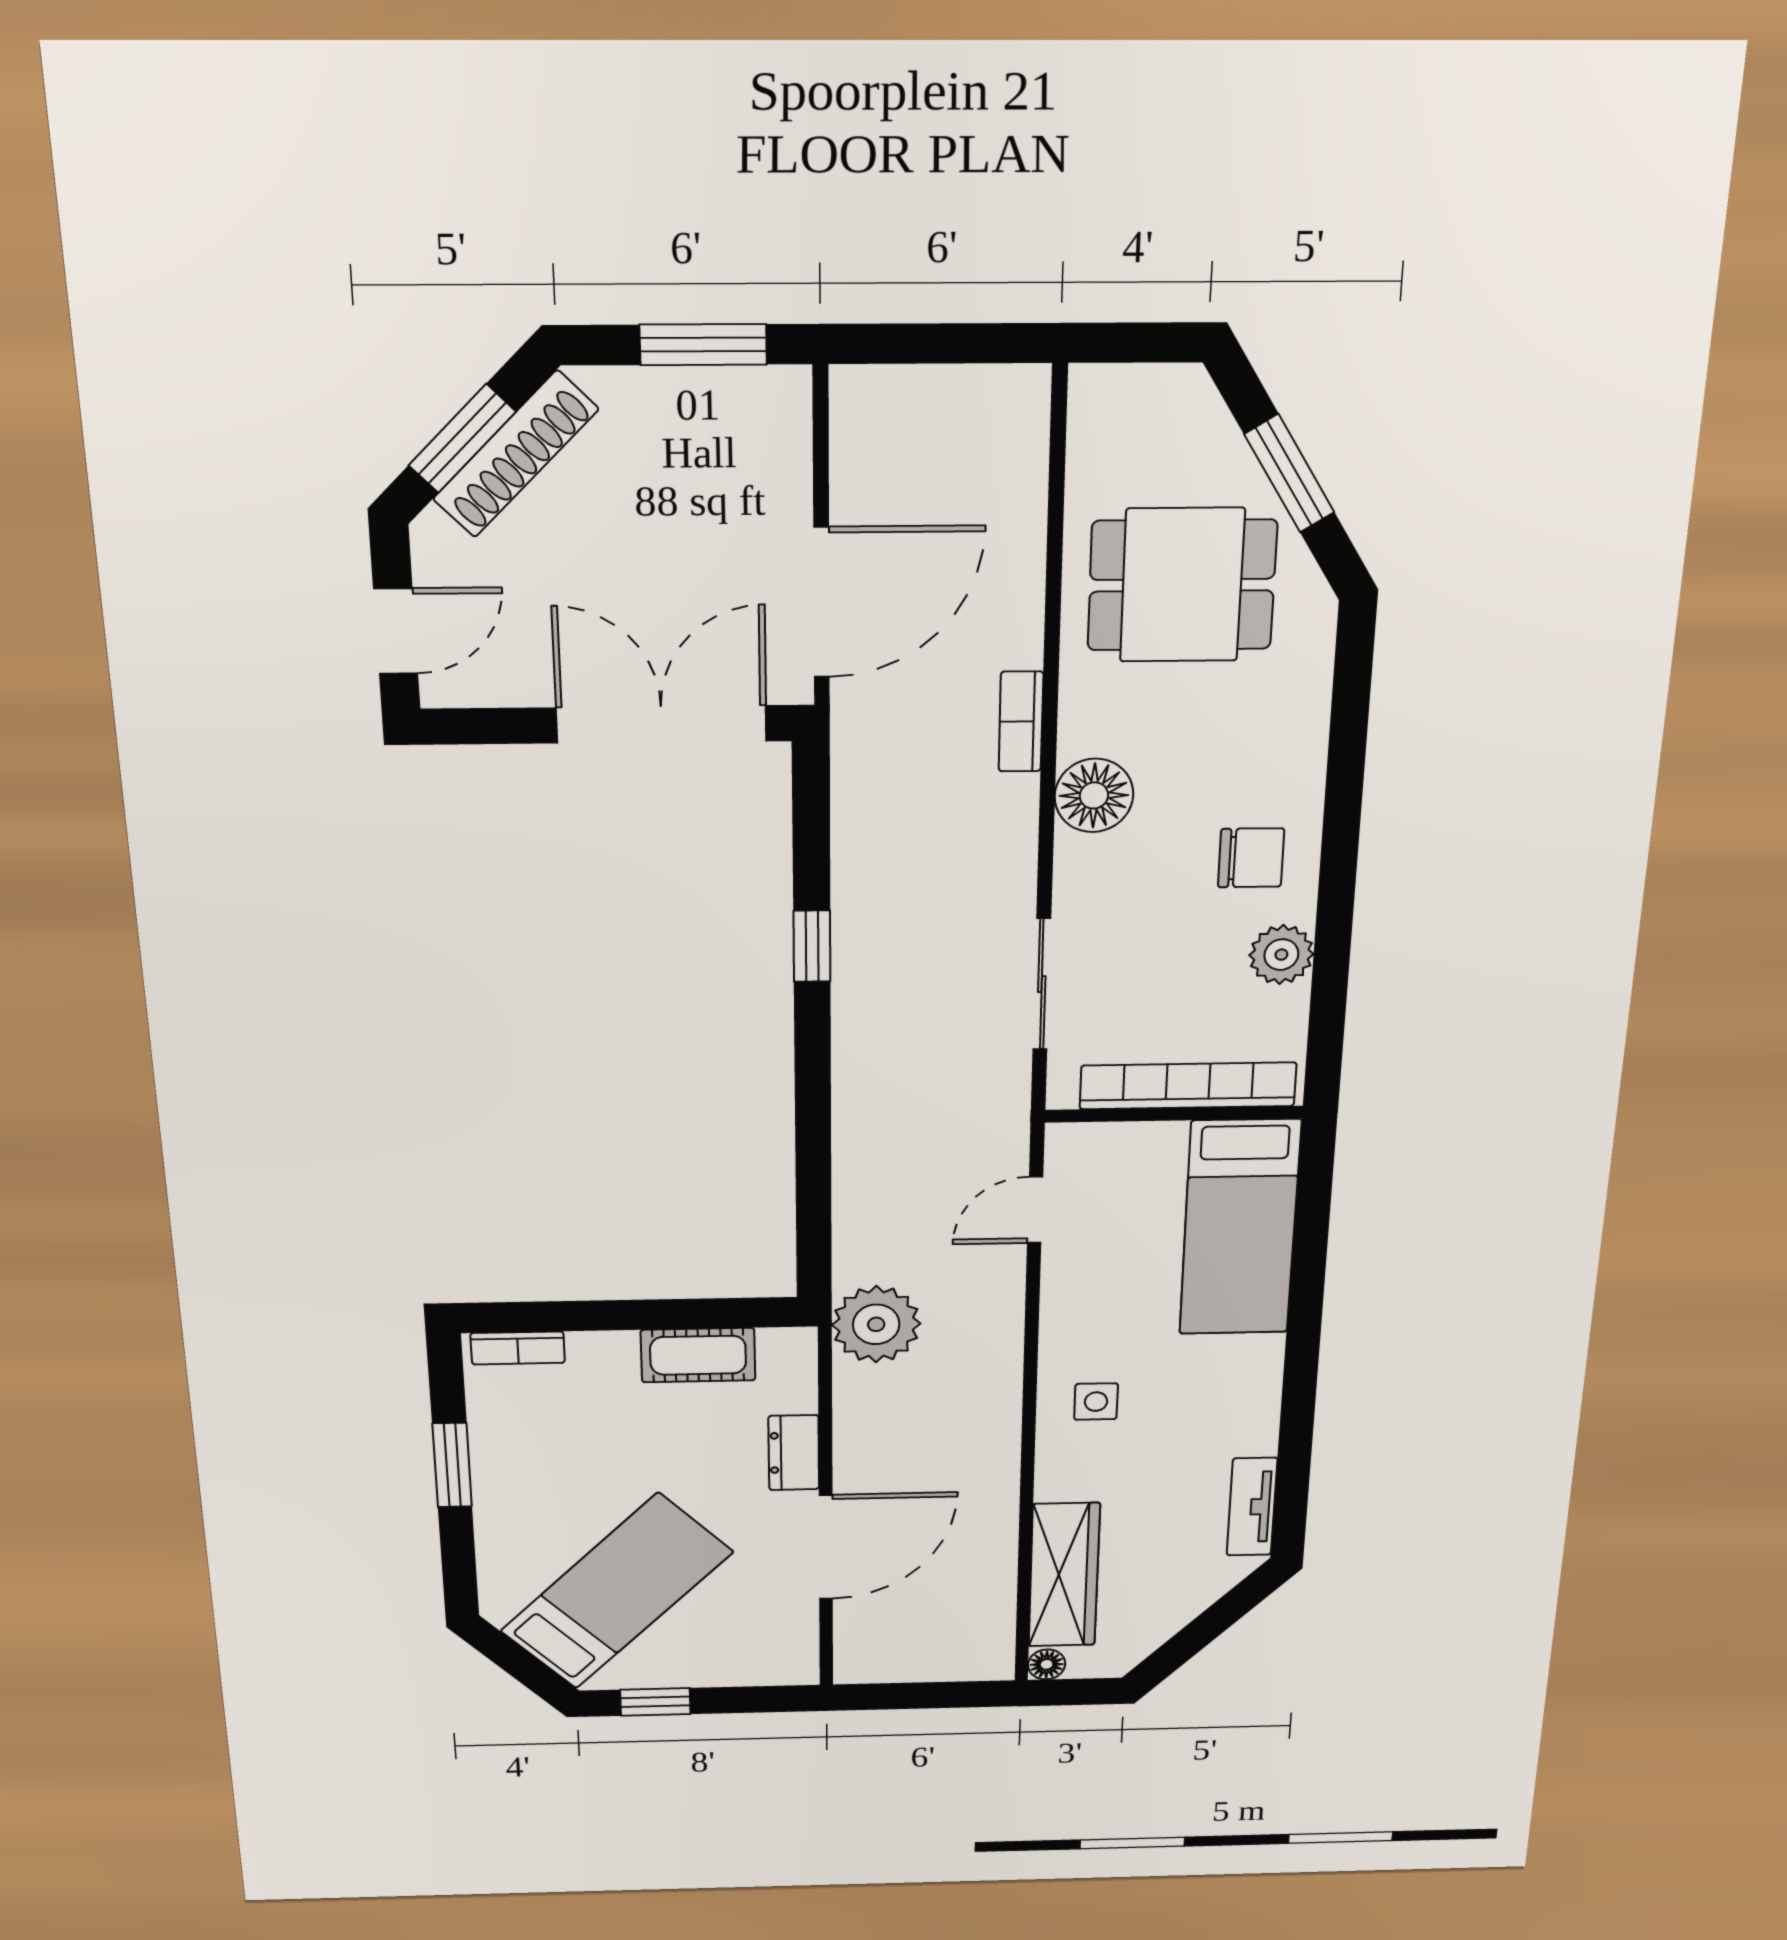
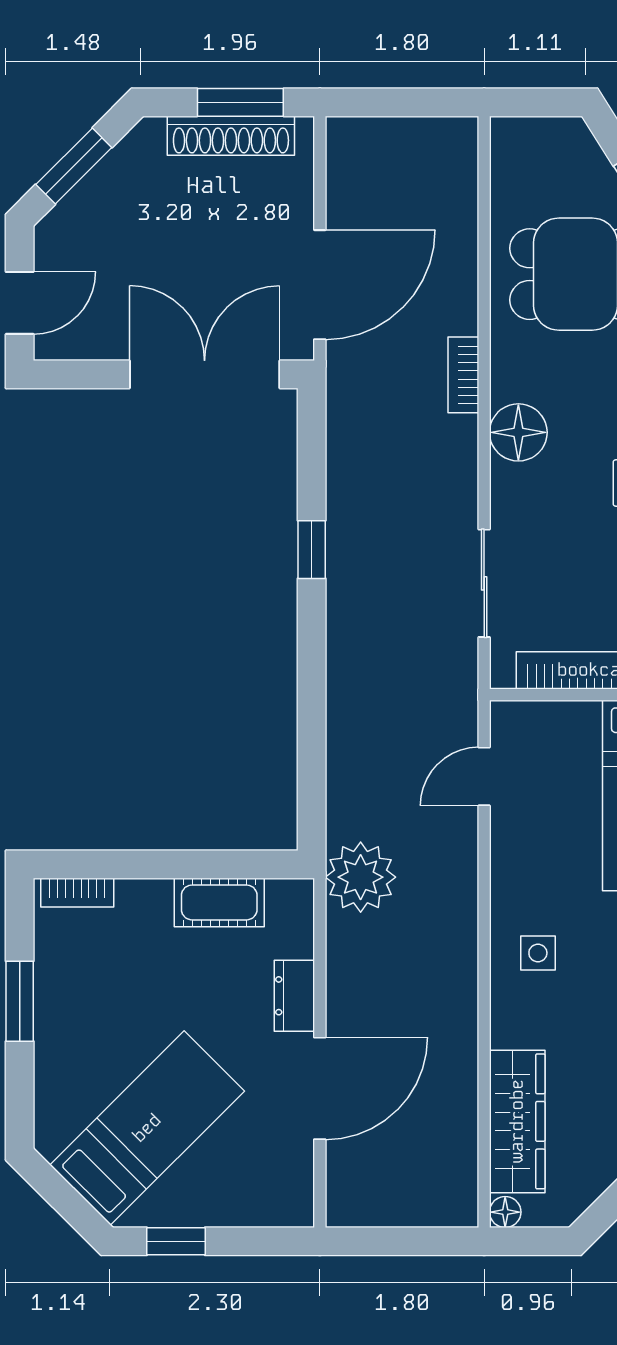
shoe rack: (516, 454) -> (231, 136), moved, turned 45

